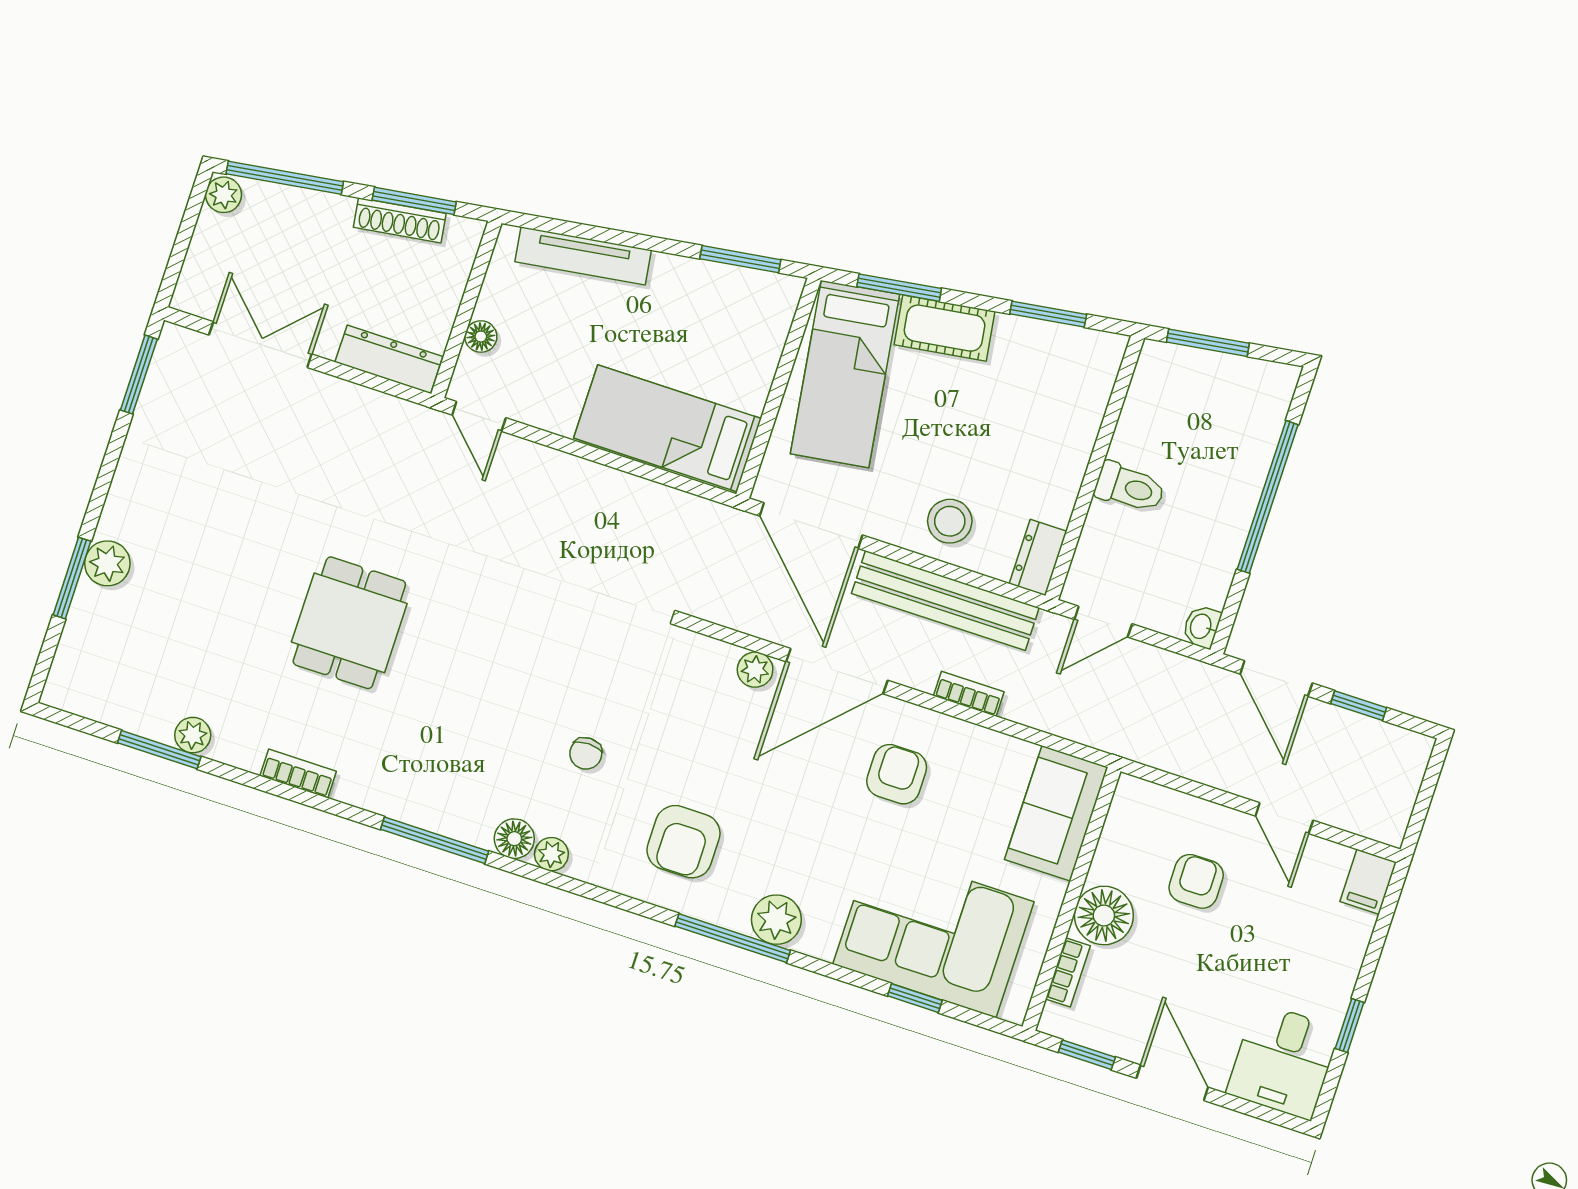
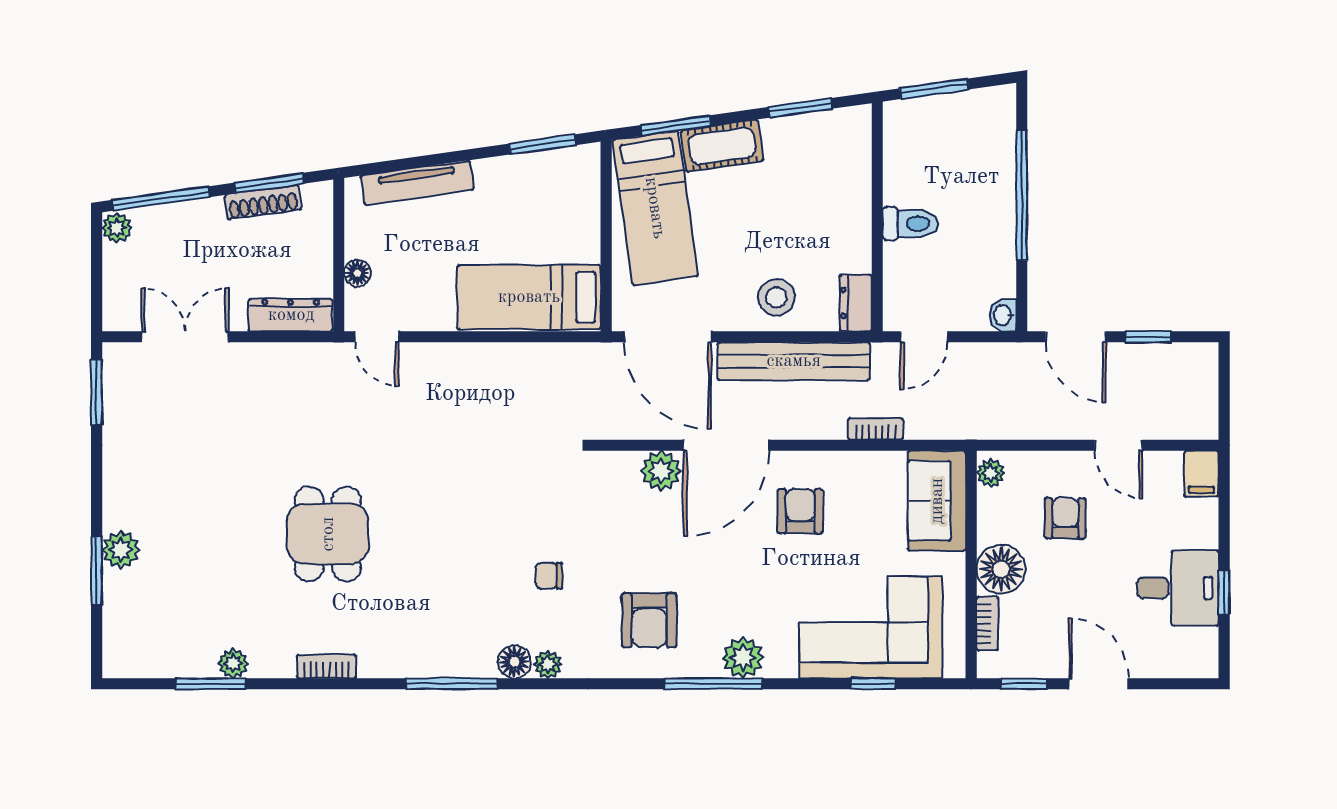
plant: (755, 670) -> (661, 471), width x1.38, depth x1.38
bookcase: (969, 694) -> (875, 429), moved
chair: (586, 753) -> (549, 576), turned 90
plant: (1128, 802) -> (991, 473), added
desk: (1283, 1061) -> (1178, 588), moved, turned -90

